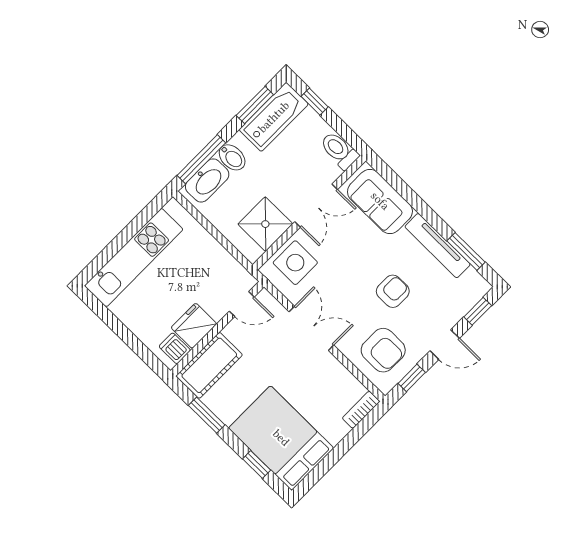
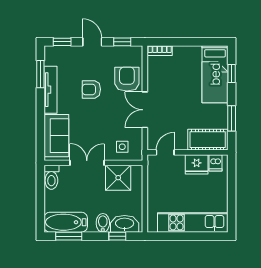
window: (315, 102) -> (40, 210), removed
window: (201, 159) -> (117, 236), width x0.46
side table: (295, 263) -> (122, 147), width x0.54, depth x0.54
door: (242, 304) -> (165, 152), hinge flipped
armchair: (383, 350) -> (127, 79), moved
bed: (281, 438) -> (215, 74), width x0.67

